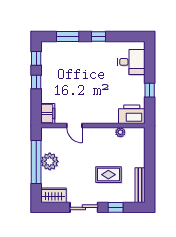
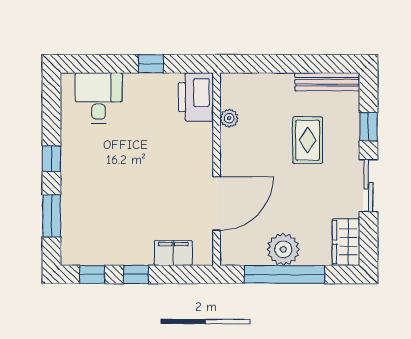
filing cabinet: (48, 113) -> (173, 253), moved
door: (74, 126) -> (217, 203), width x1.88

